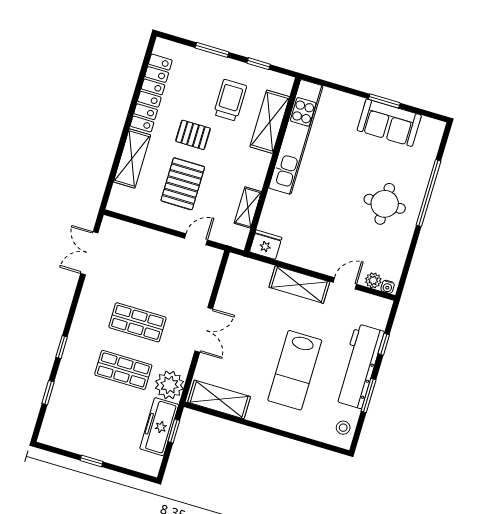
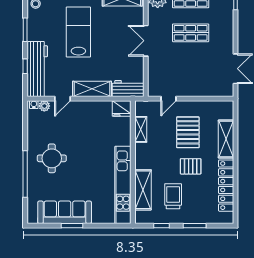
trolley: (230, 100) -> (173, 196), turned 180
sofa: (389, 123) -> (65, 212), width x1.36
workbench: (248, 270) -> (128, 89), added
workbench: (359, 366) -> (37, 69), moved

